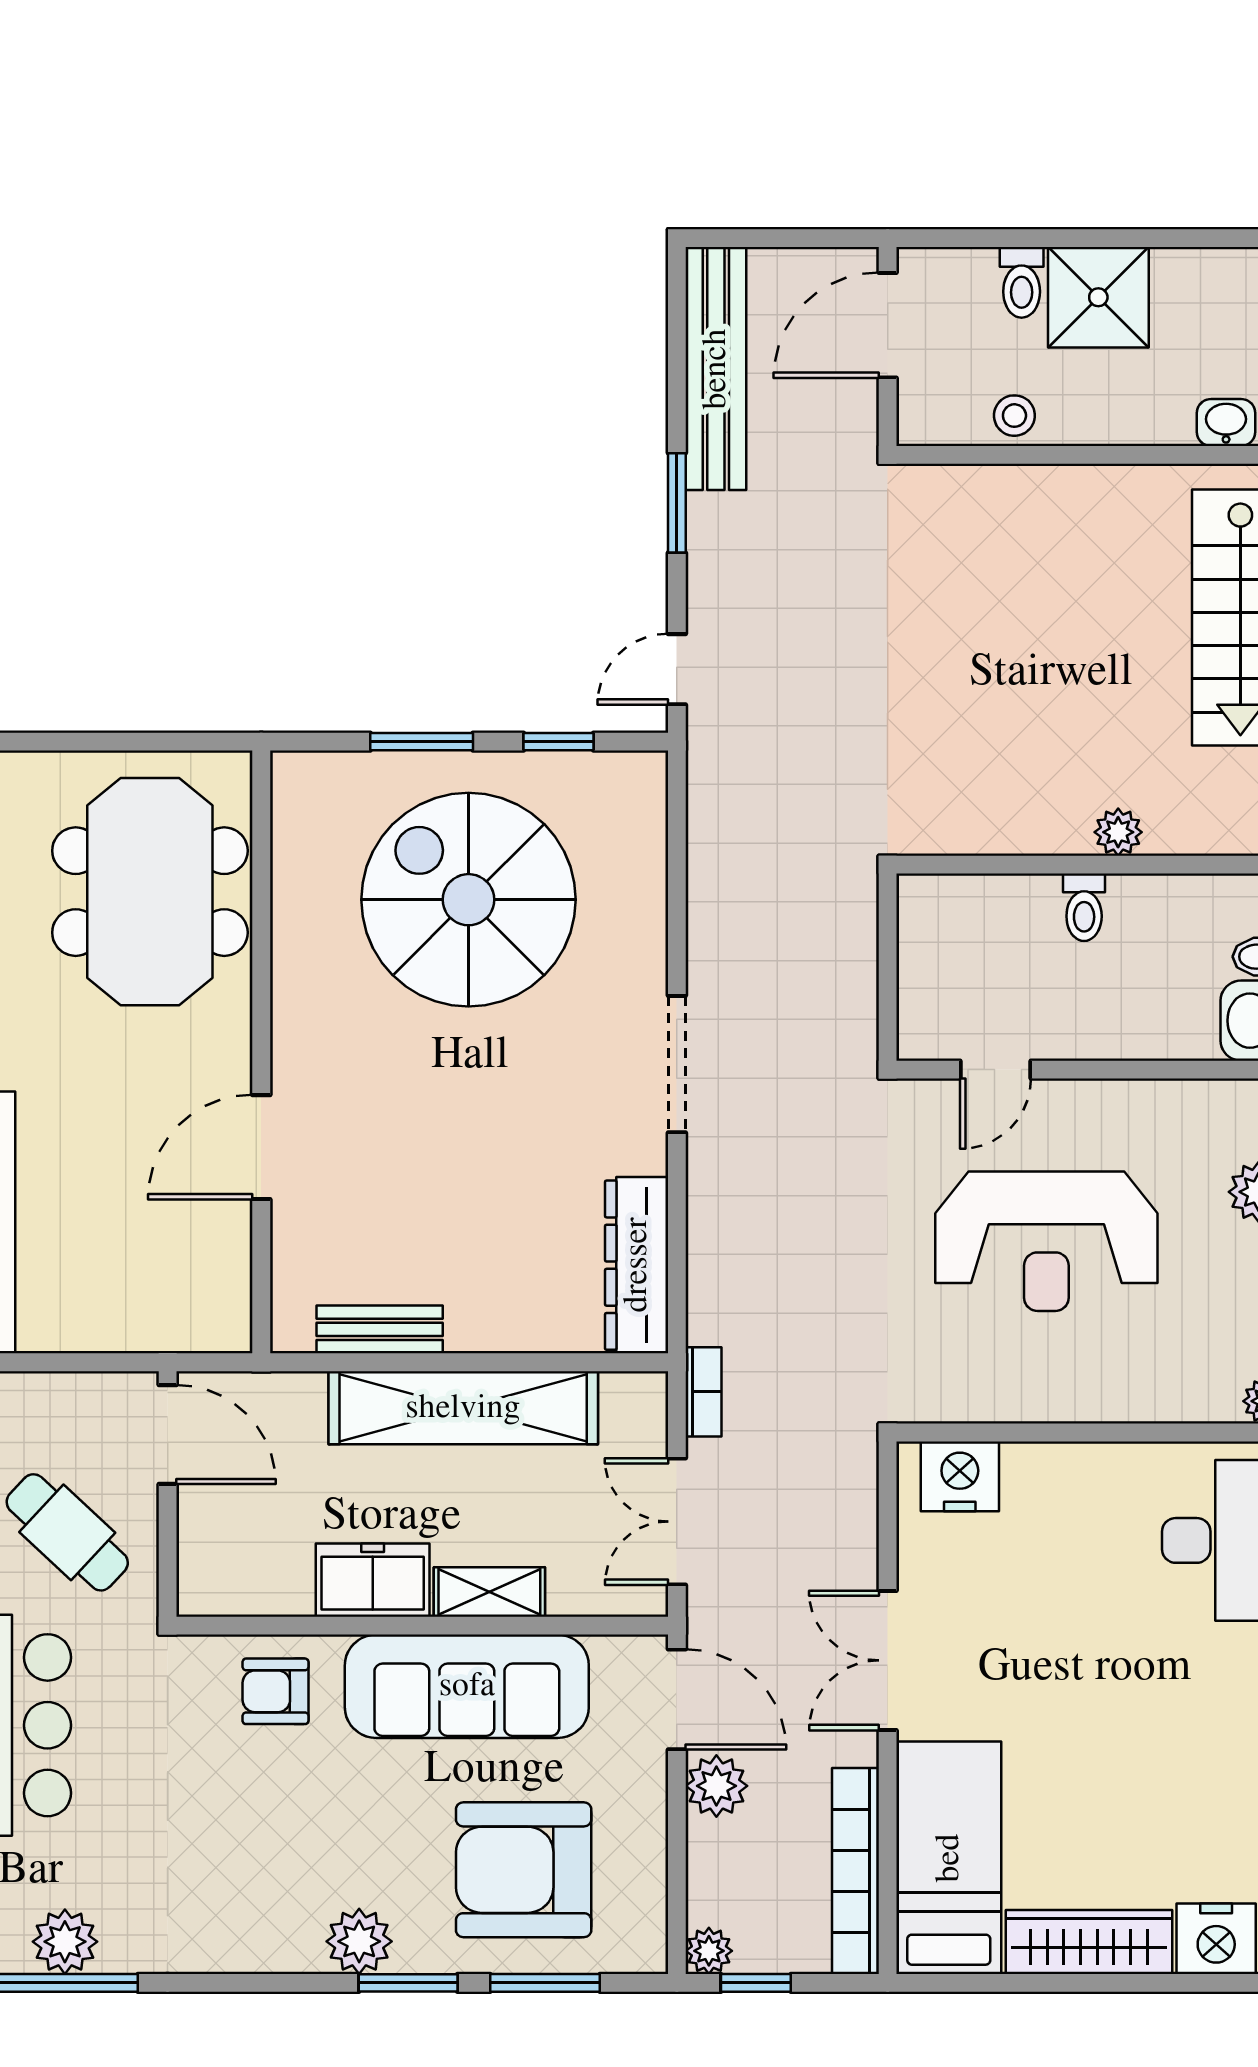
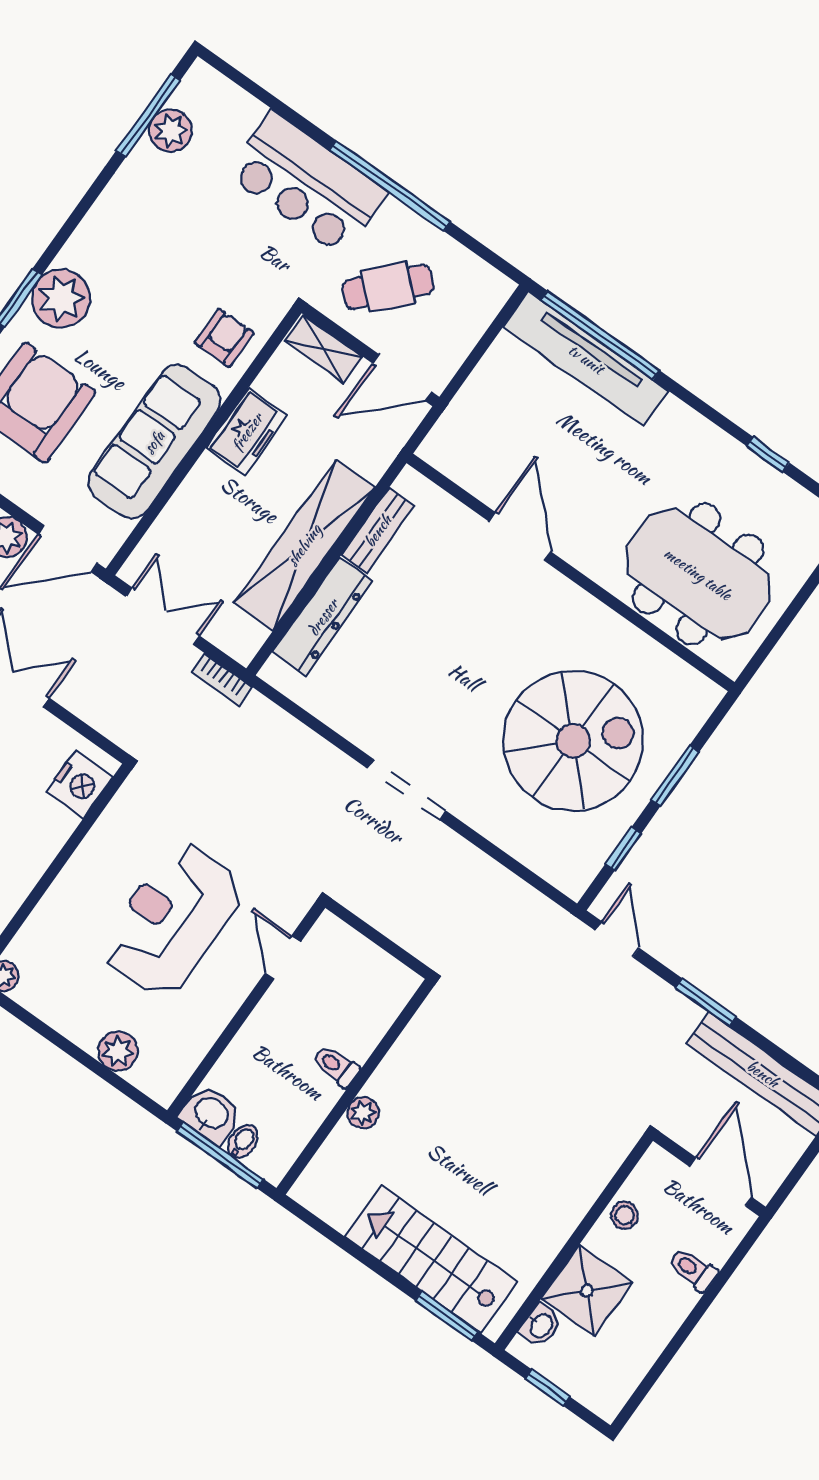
shower: (1098, 297) -> (587, 1291), moved
dresser: (637, 1265) -> (323, 617), moved, turned 90
shelving: (489, 1592) -> (324, 349), moved, turned 90
plant: (359, 1941) -> (61, 299), width x1.36, depth x1.36

